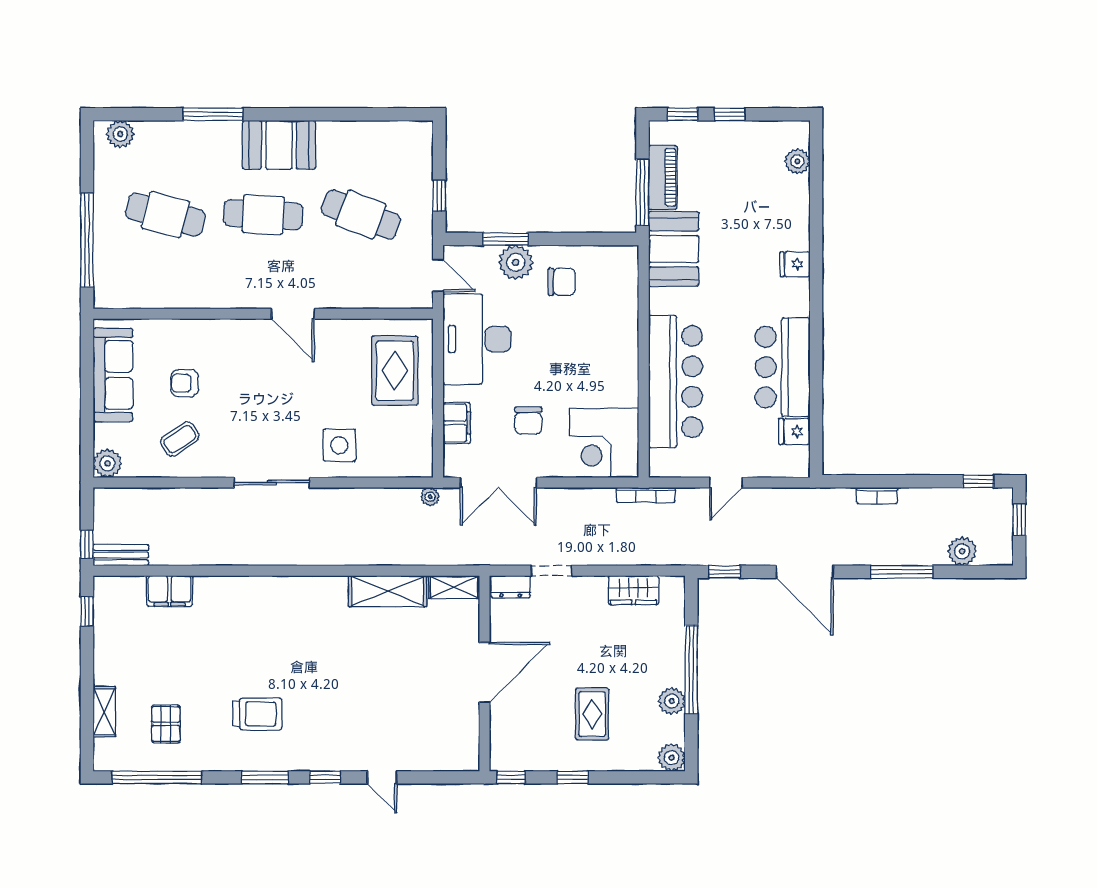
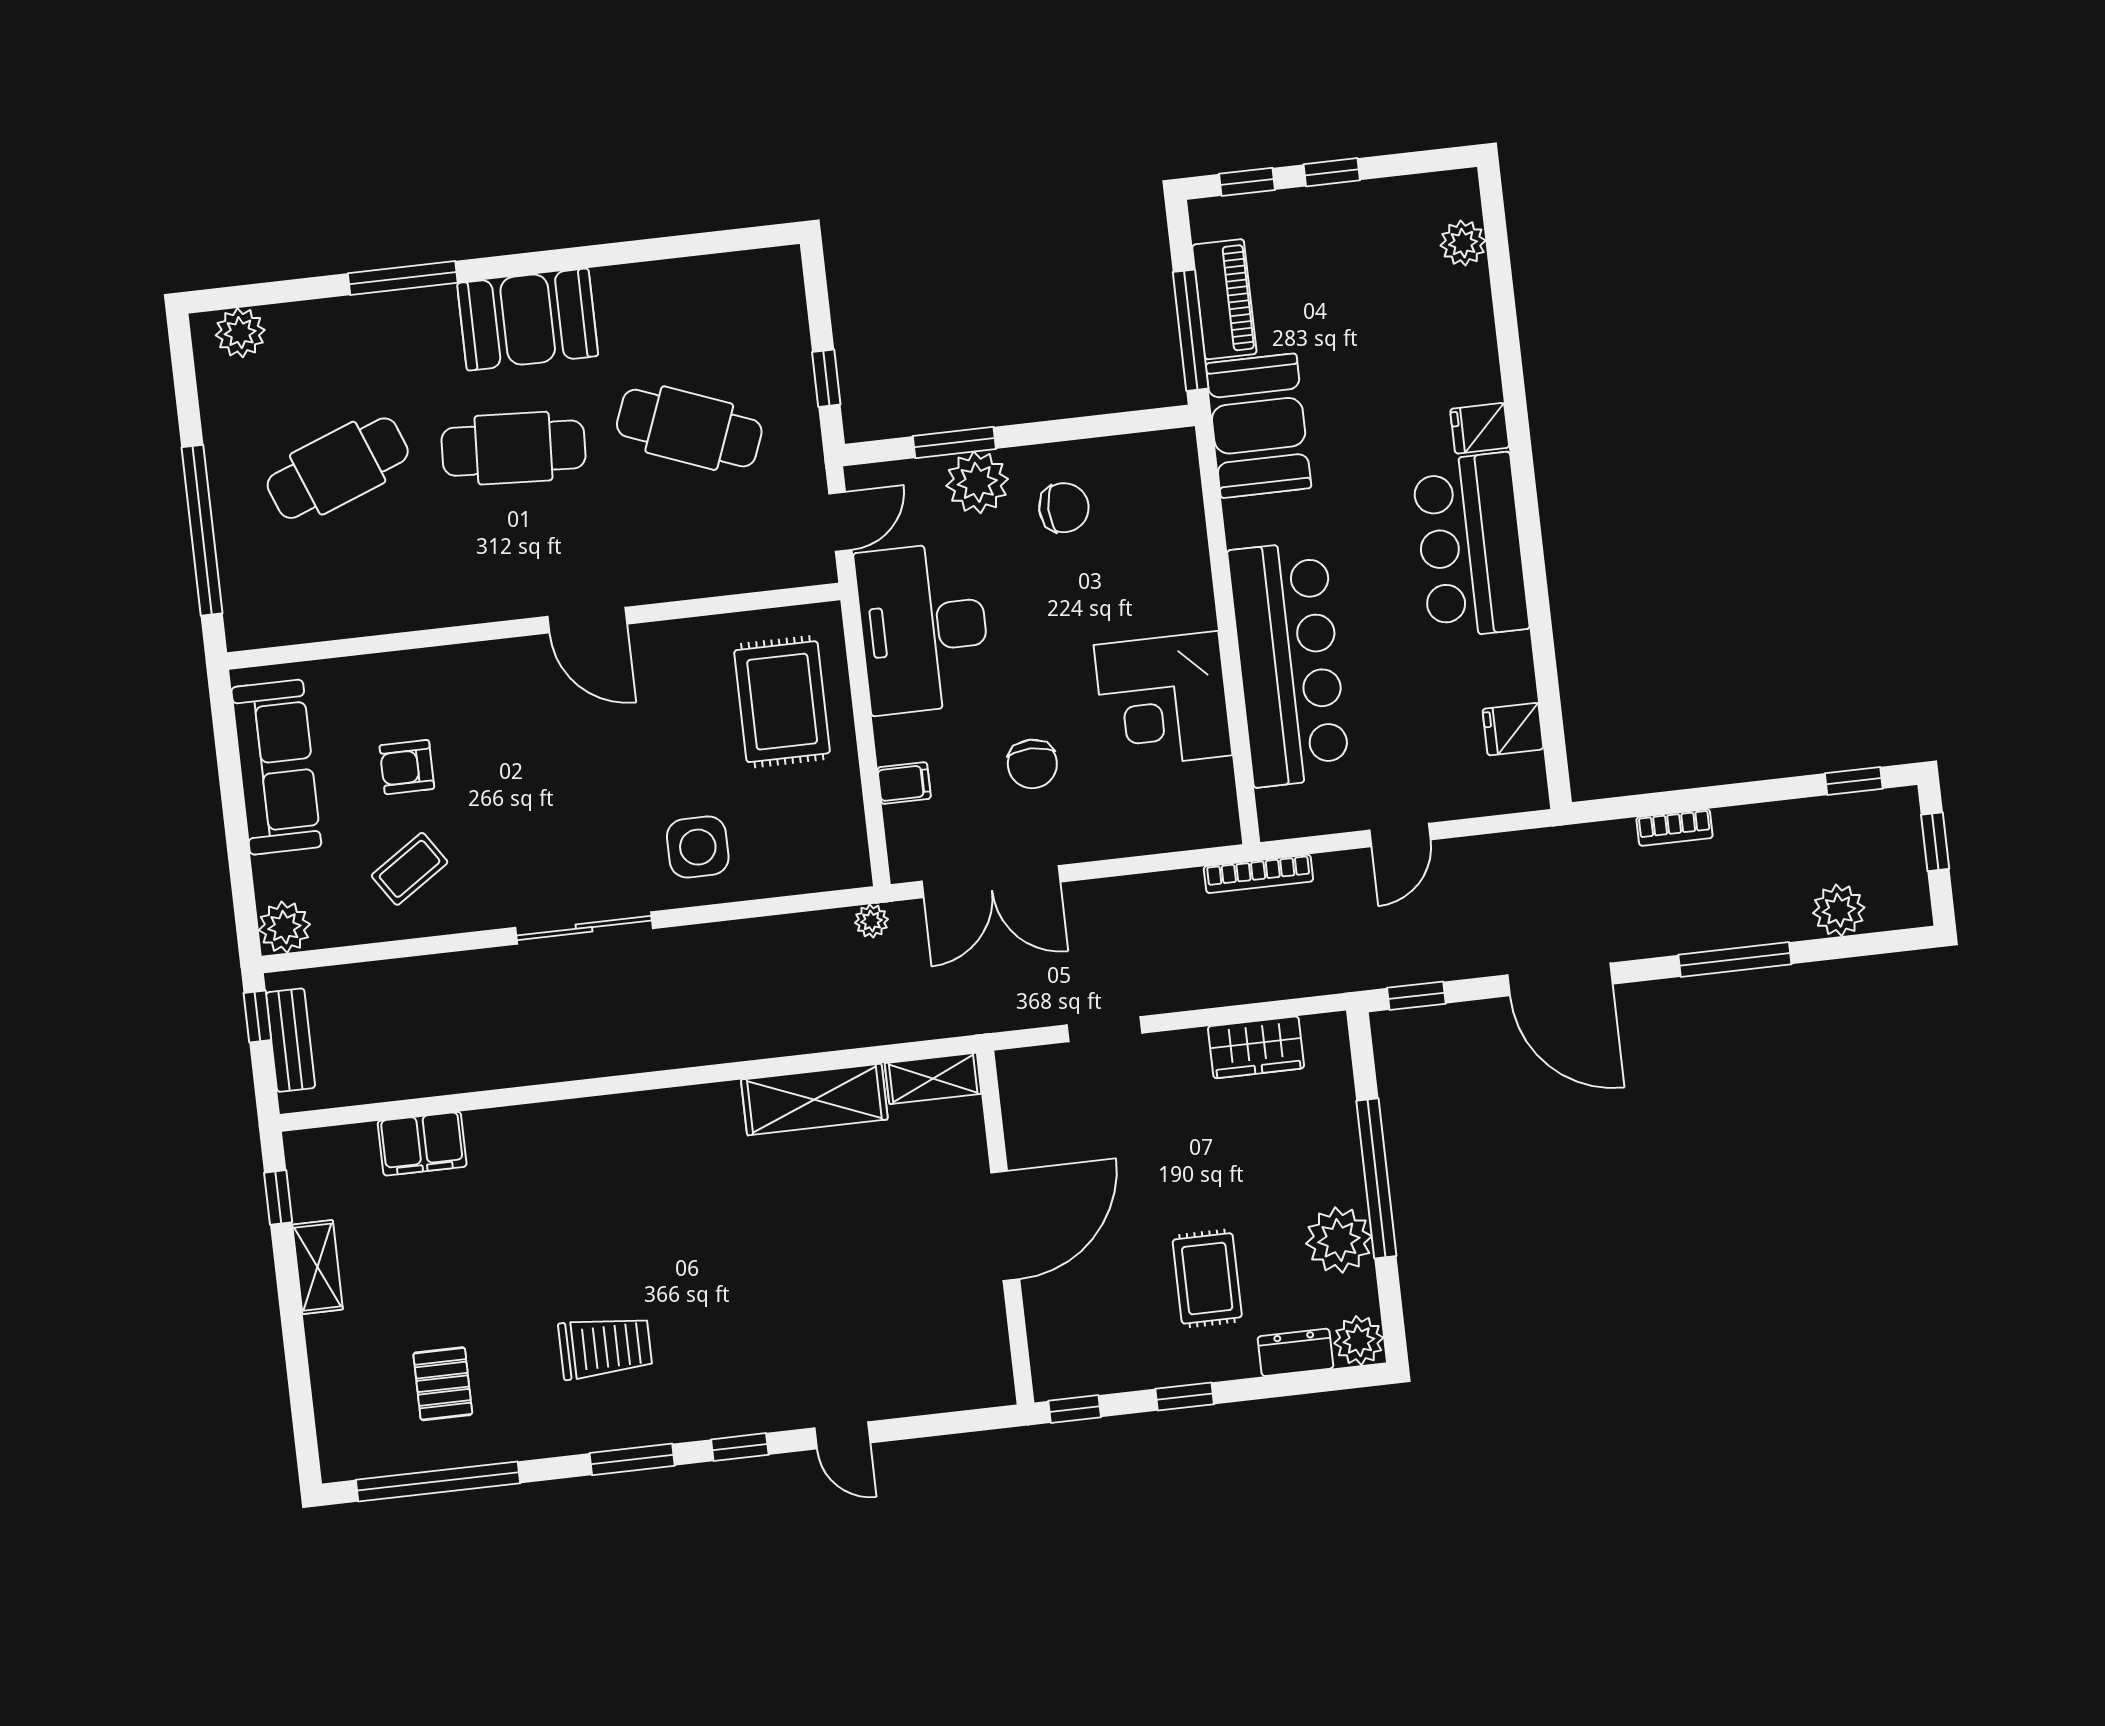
cafe table: (165, 215) -> (338, 468), turned -36
door: (438, 275) -> (840, 522), hinge flipped
bar counter: (783, 367) -> (1470, 546), moved
filing cabinet: (457, 423) -> (904, 783), width x0.50
corner desk: (604, 443) -> (1163, 700), moved
window: (87, 544) -> (257, 1017), moved
bench: (121, 555) -> (291, 1040), moved, turned 90
dresser: (511, 587) -> (1295, 1352), moved, turned 180
plant: (672, 701) -> (1339, 1240), width x1.36, depth x1.36
shelving: (104, 712) -> (318, 1267), moved

